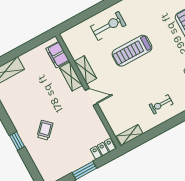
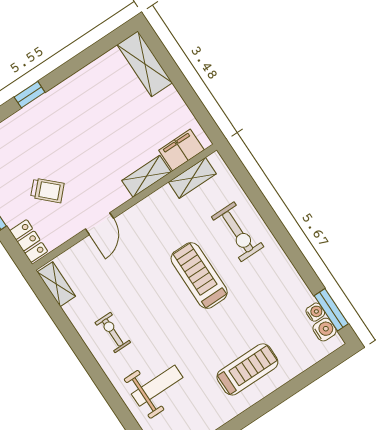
shelving: (85, 70) -> (192, 178), moved
door: (91, 97) -> (100, 224), moved
trolley: (45, 130) -> (47, 190), moved

